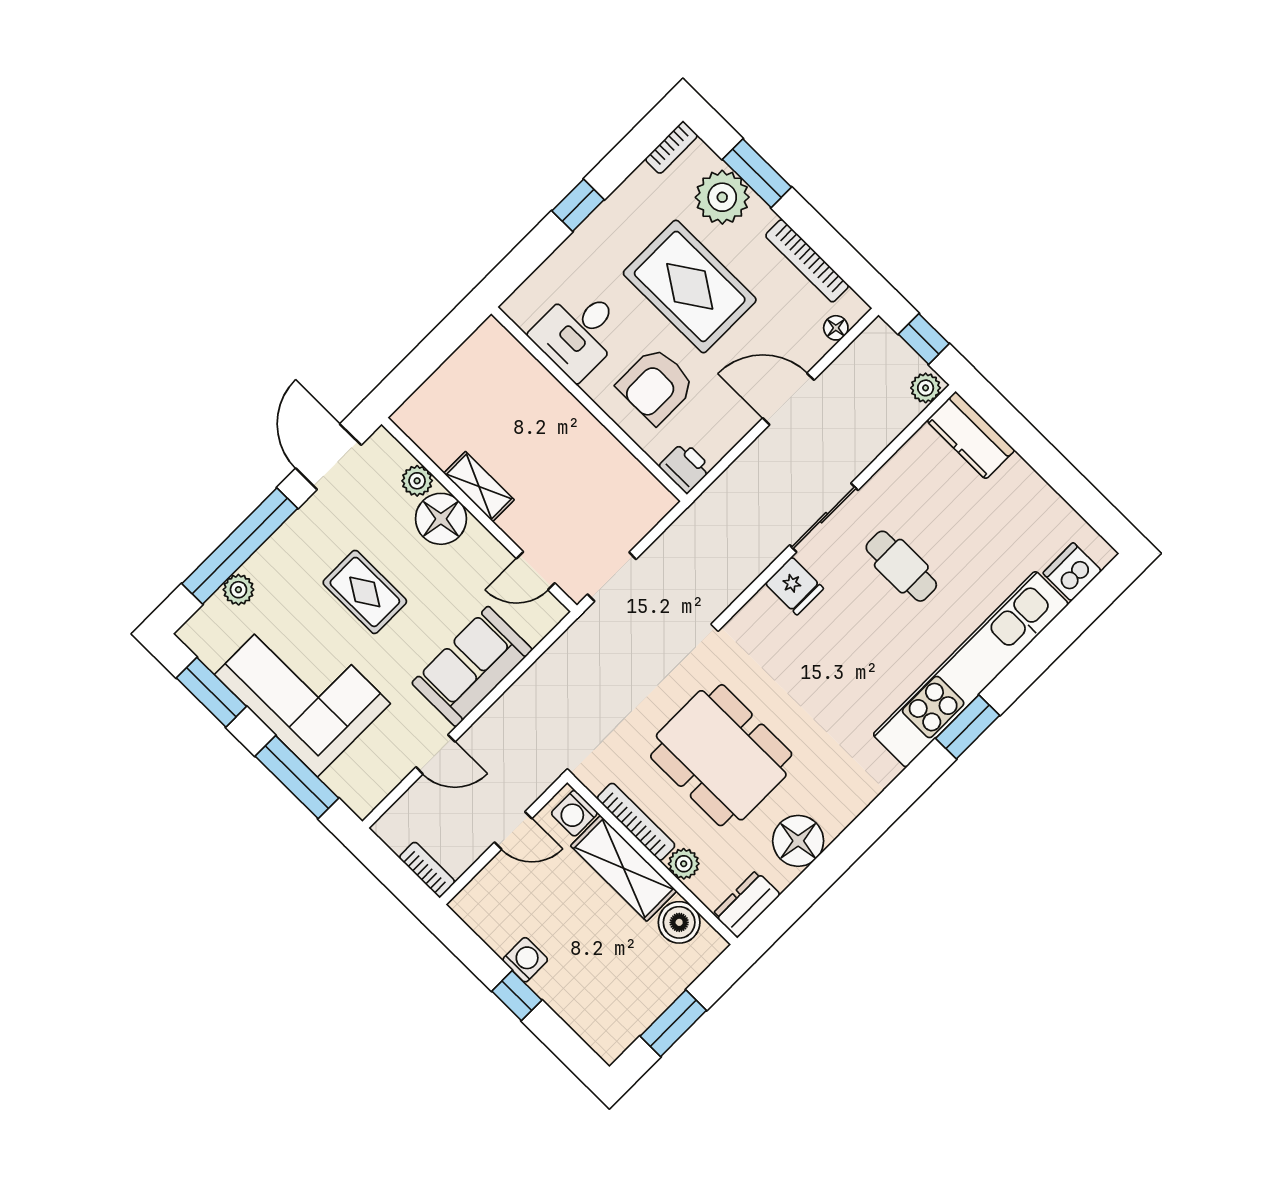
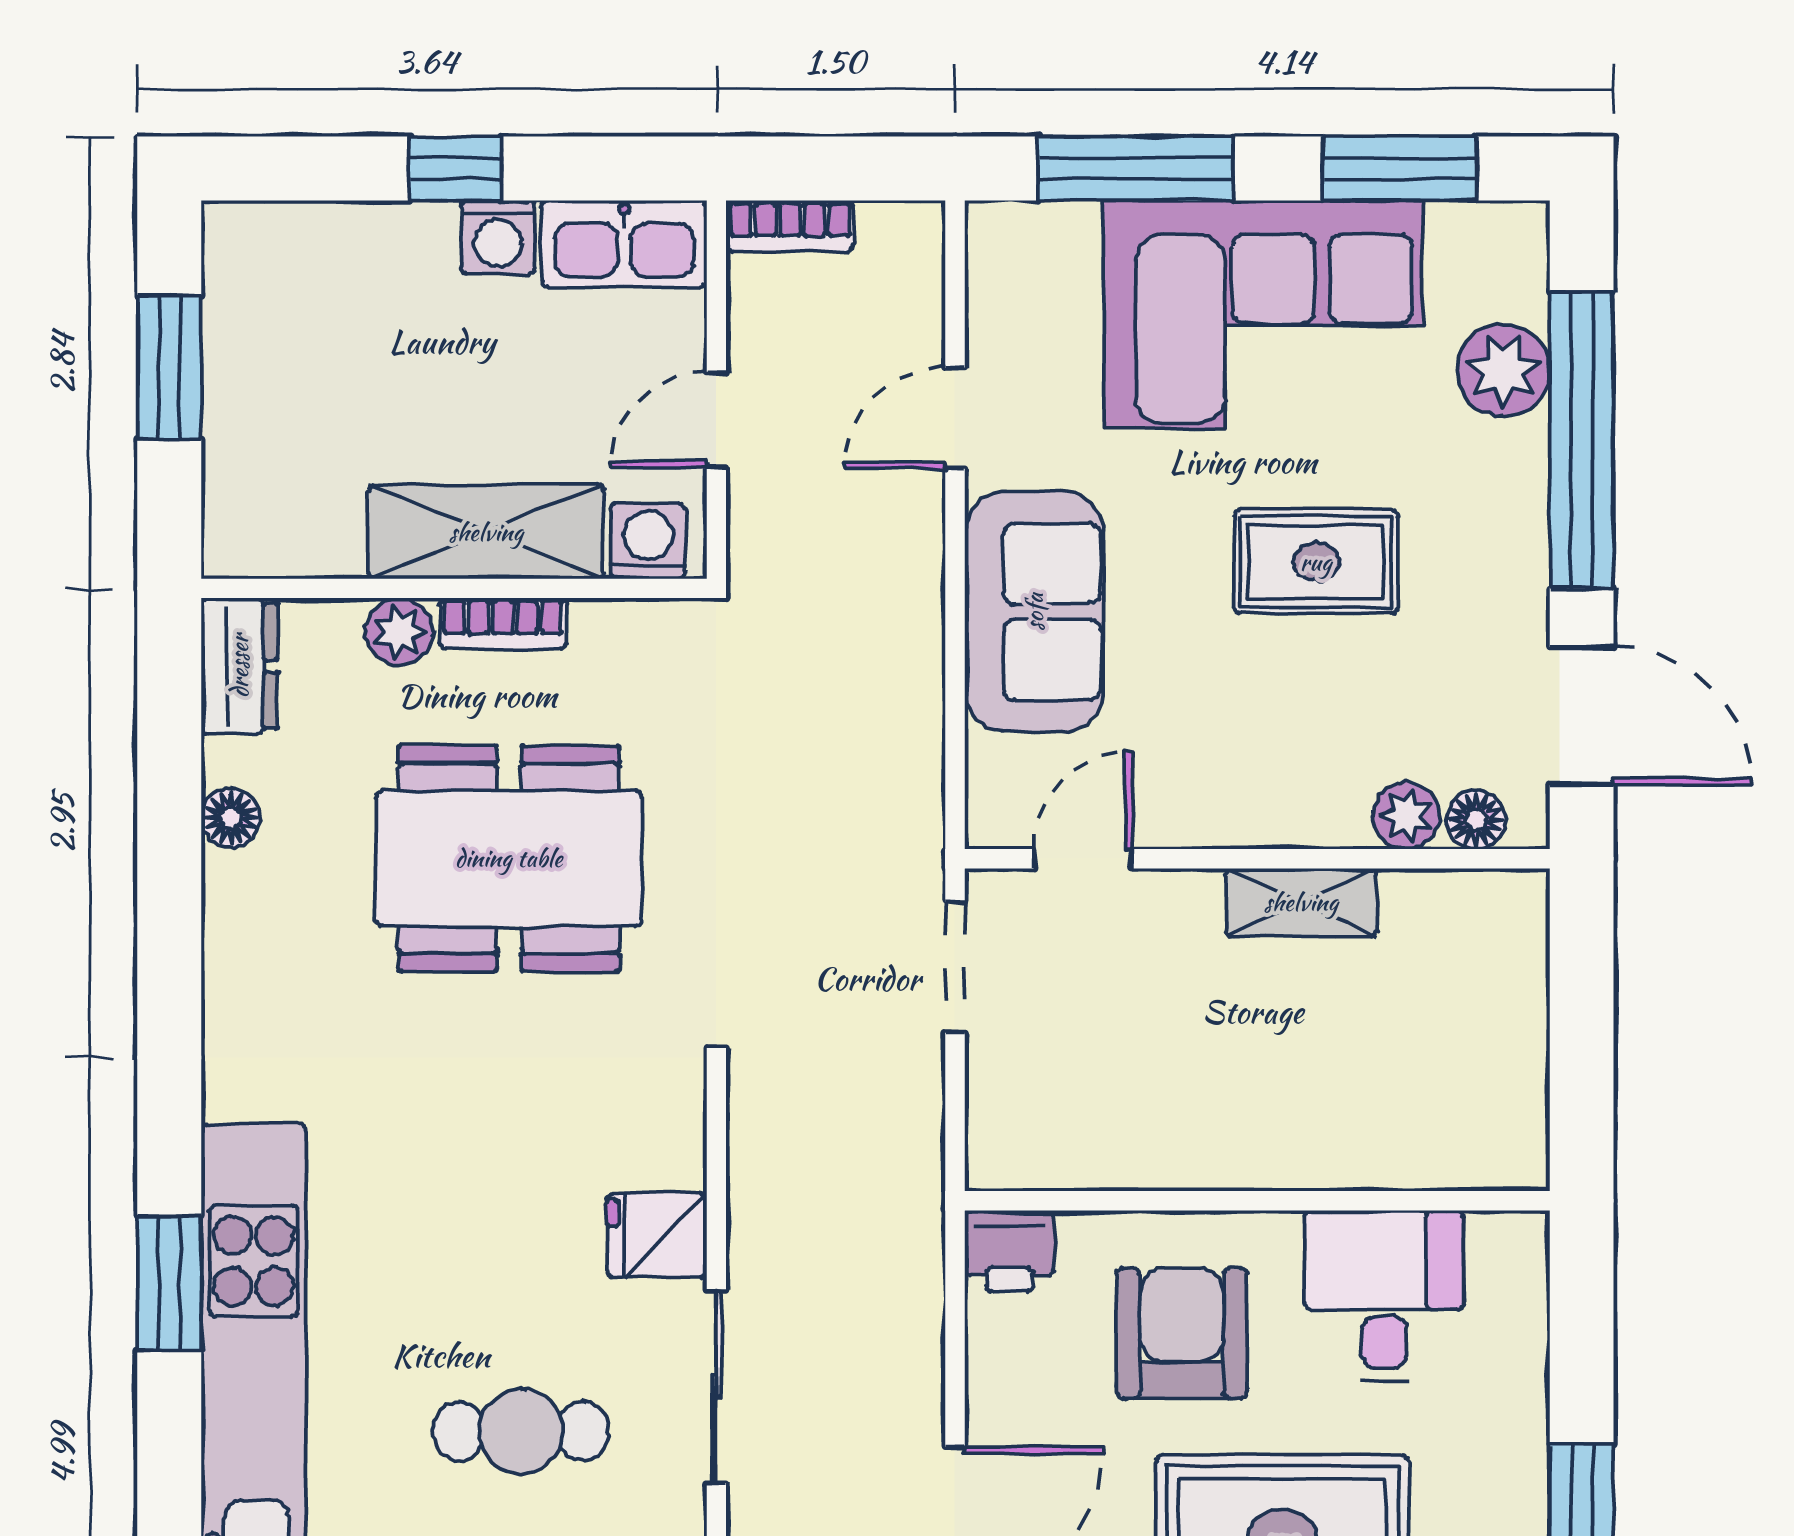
floor lamp: (441, 519) -> (1476, 820), moved, width x0.53, depth x0.53
plant: (238, 590) -> (1503, 370), width x1.38, depth x1.38
bookcase: (636, 822) -> (503, 623), width x0.64
floor lamp: (798, 841) -> (231, 818), width x0.53, depth x0.53
kitchen sink: (487, 917) -> (624, 244), added
boiler: (679, 922) -> (316, 533), removed

